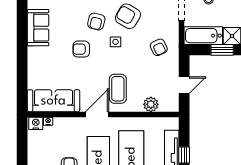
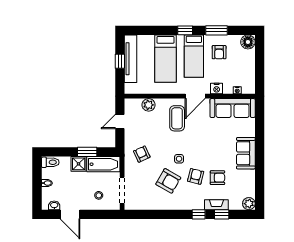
sofa: (38, 28) -> (246, 153), moved
armchair: (81, 49) -> (217, 178), moved
nightstand: (36, 123) -> (217, 89), moved

